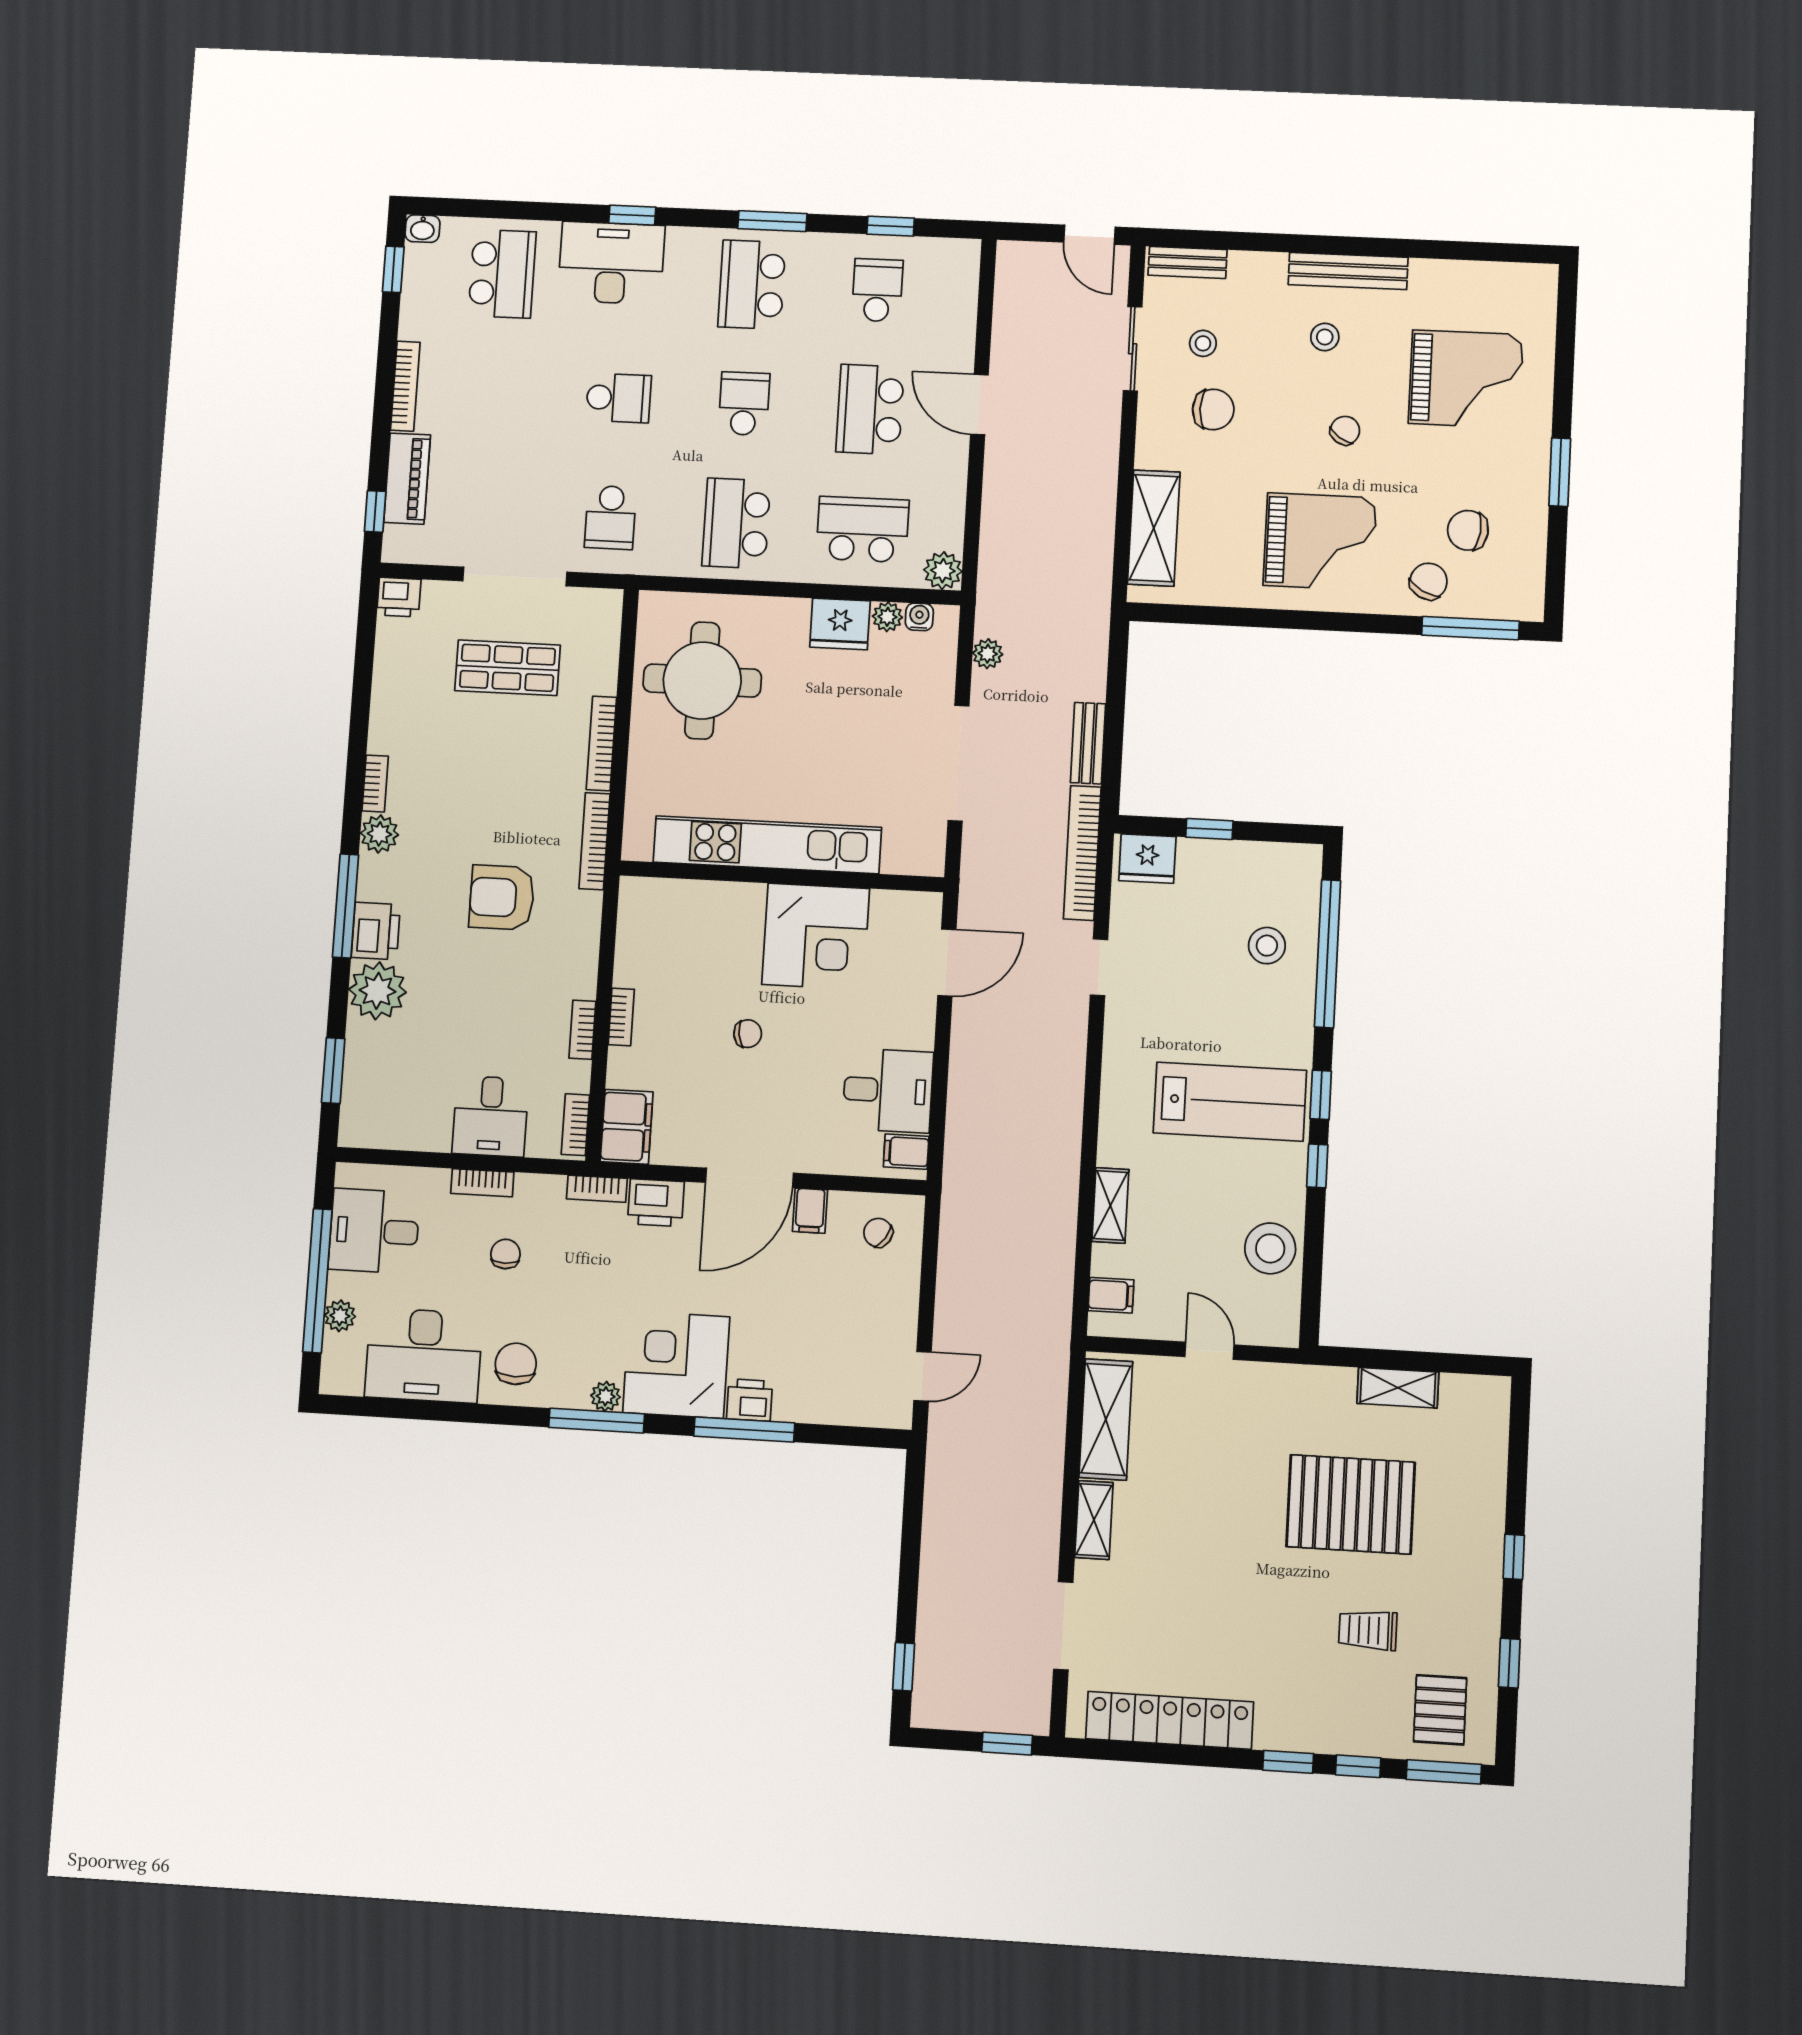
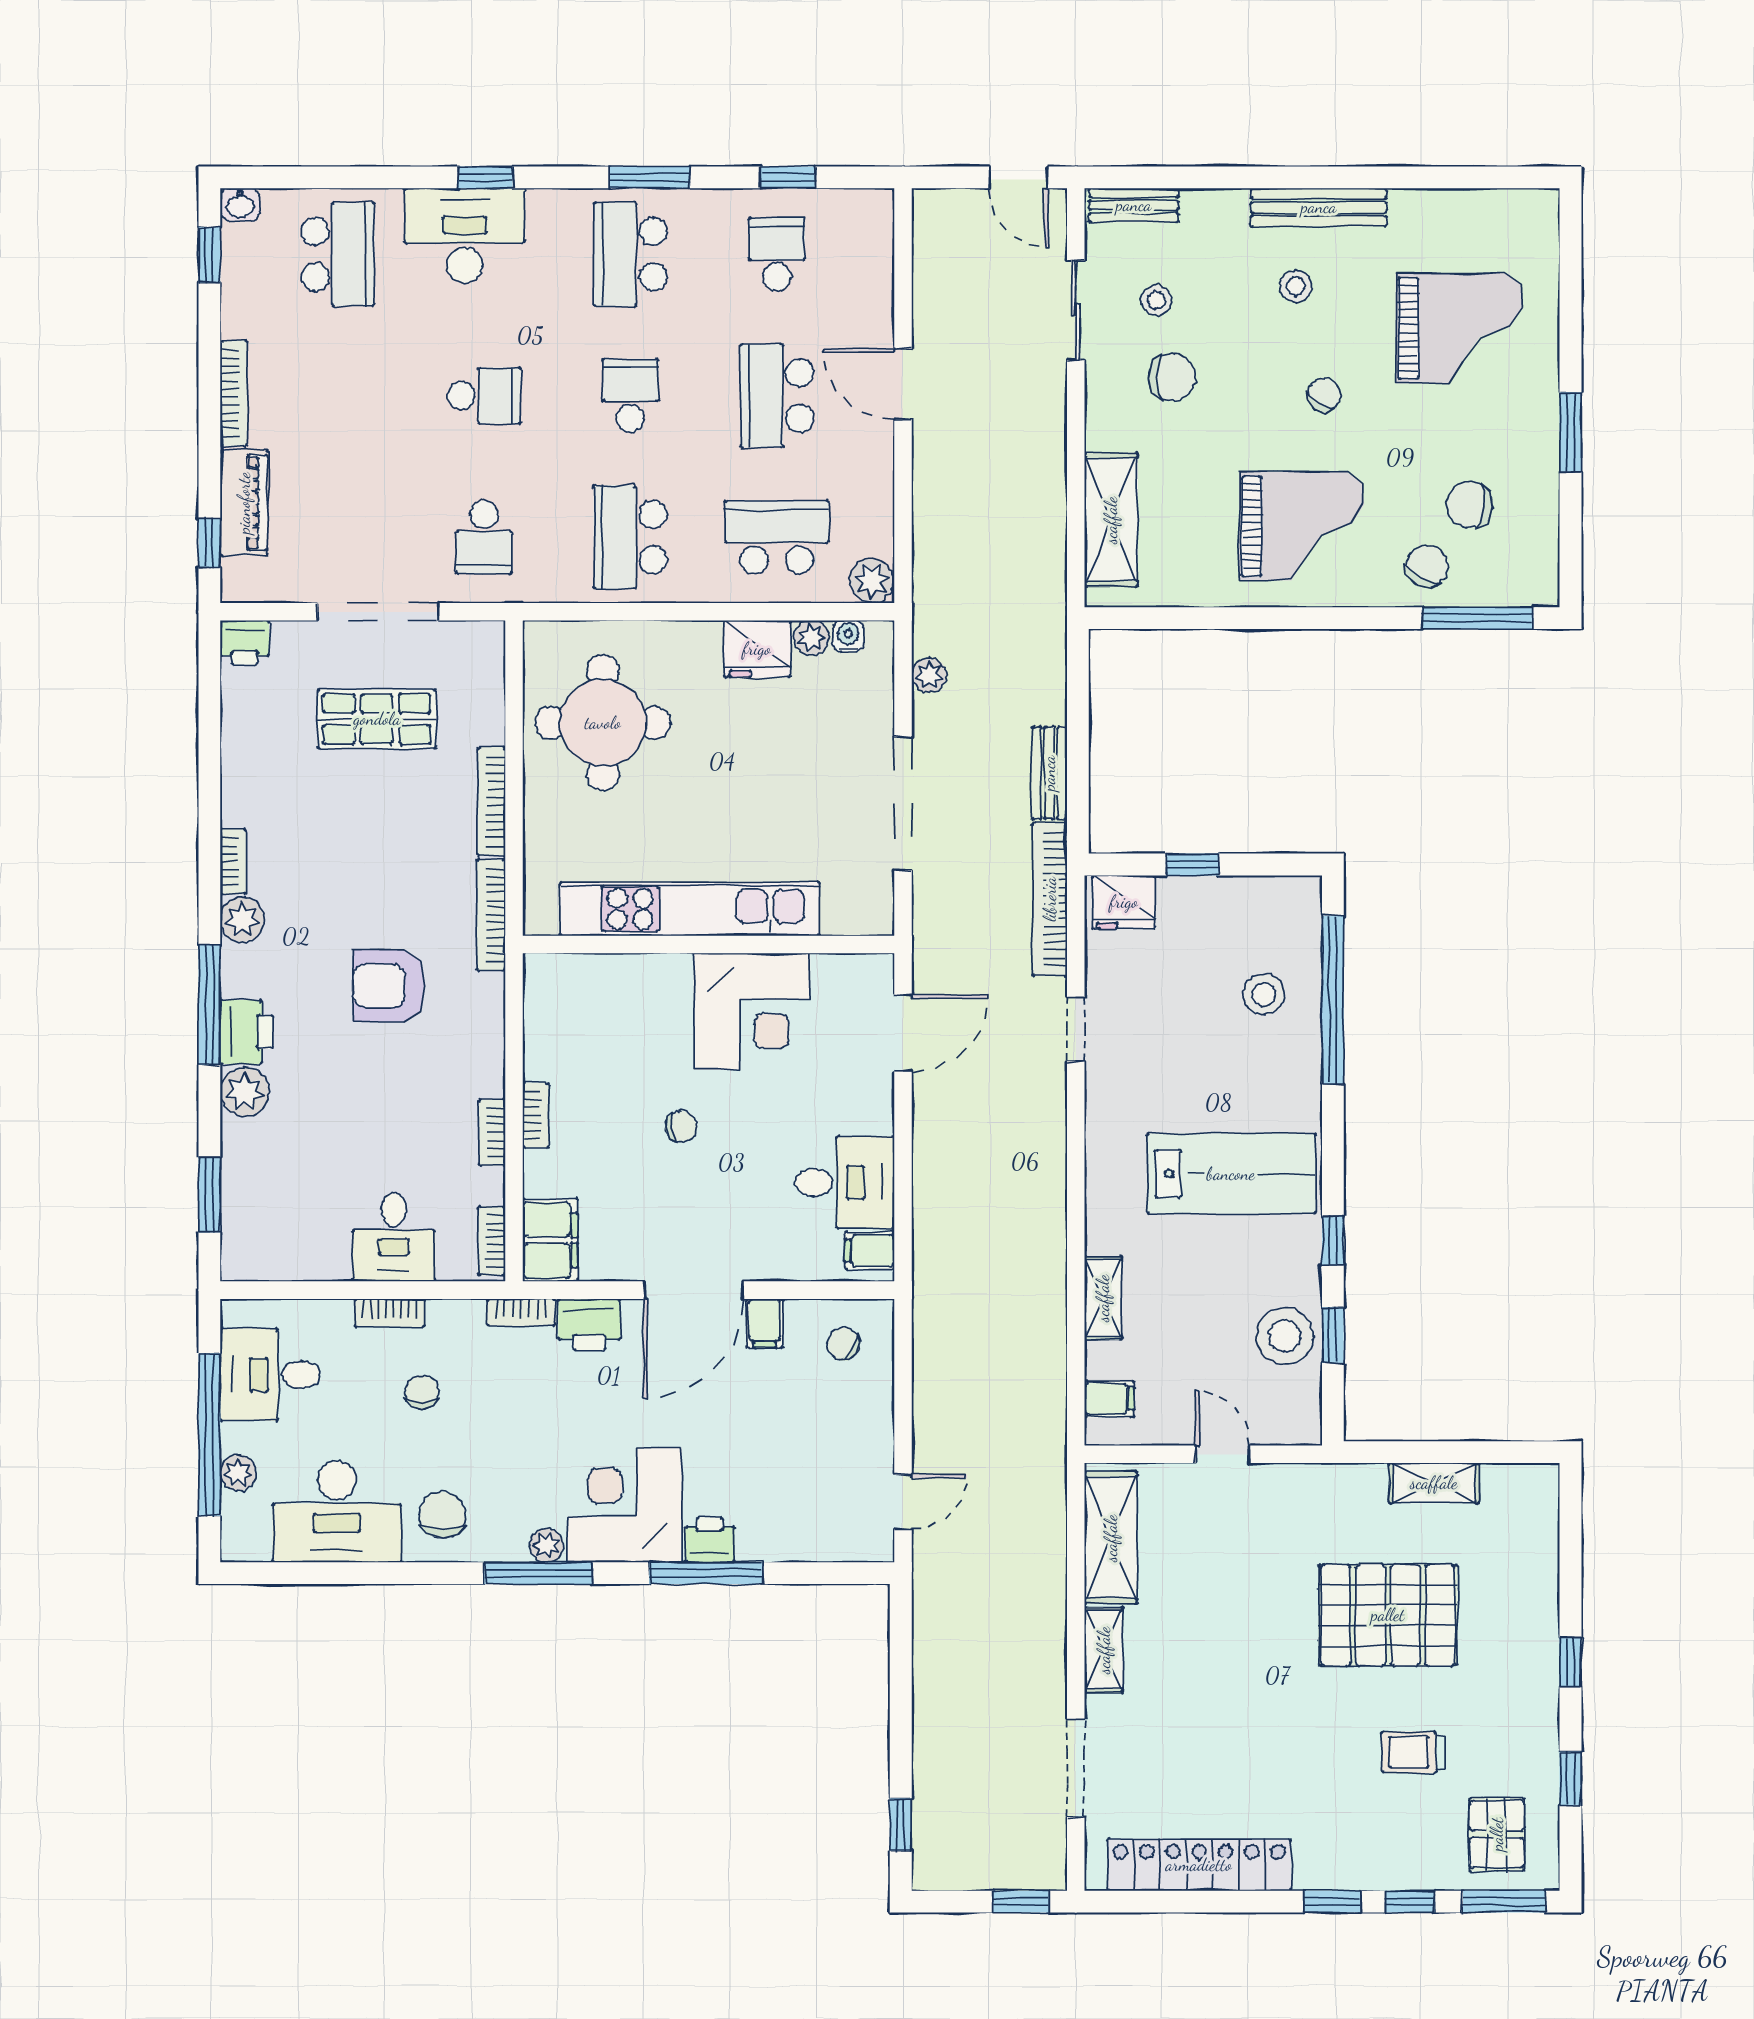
plant: (377, 991) -> (245, 1092), width x0.73, depth x0.73
window: (1321, 1095) -> (1333, 1335), moved

